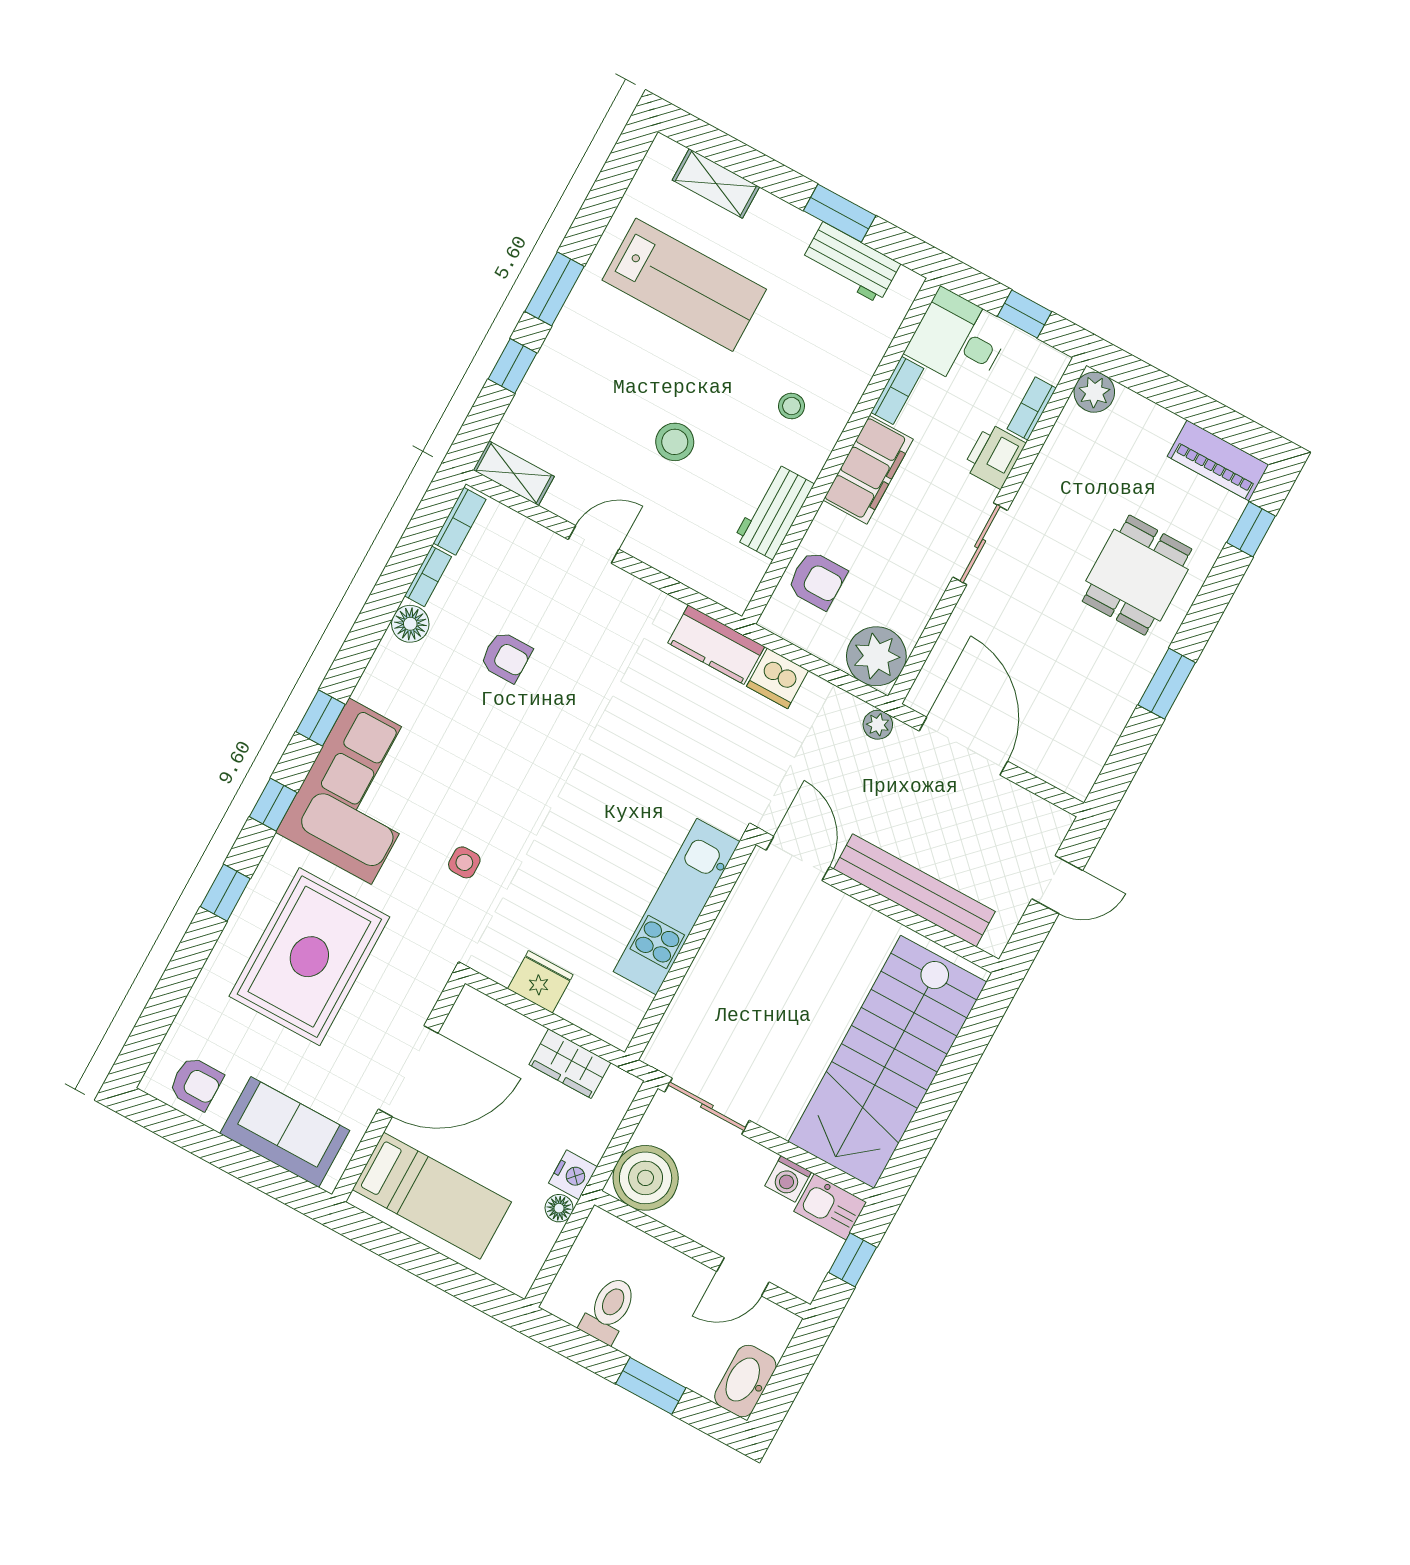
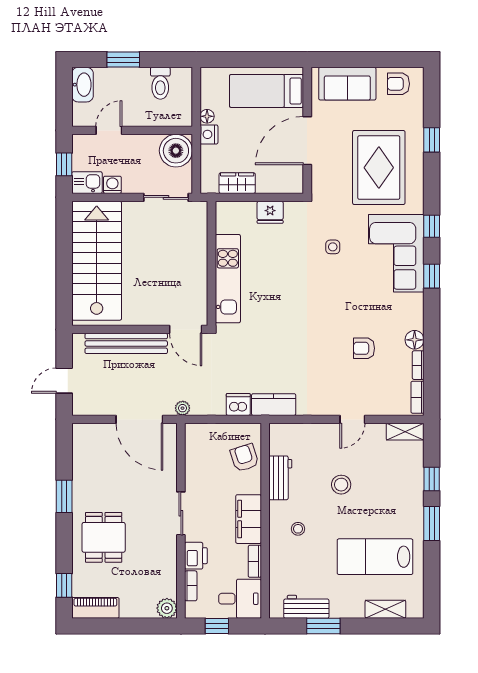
armchair: (817, 580) -> (244, 458), turned 72
plant: (876, 656) -> (200, 438), removed
window: (225, 893) -> (432, 140), moved

